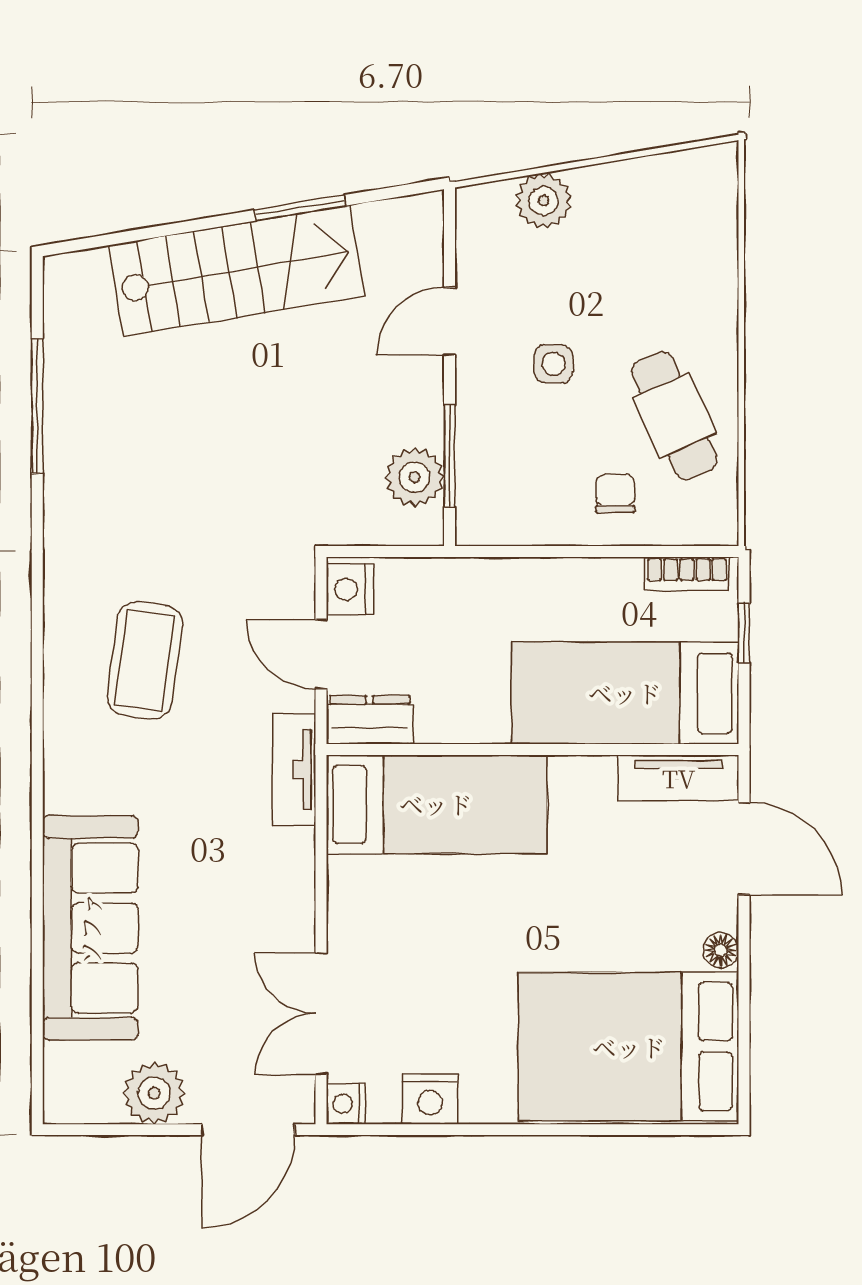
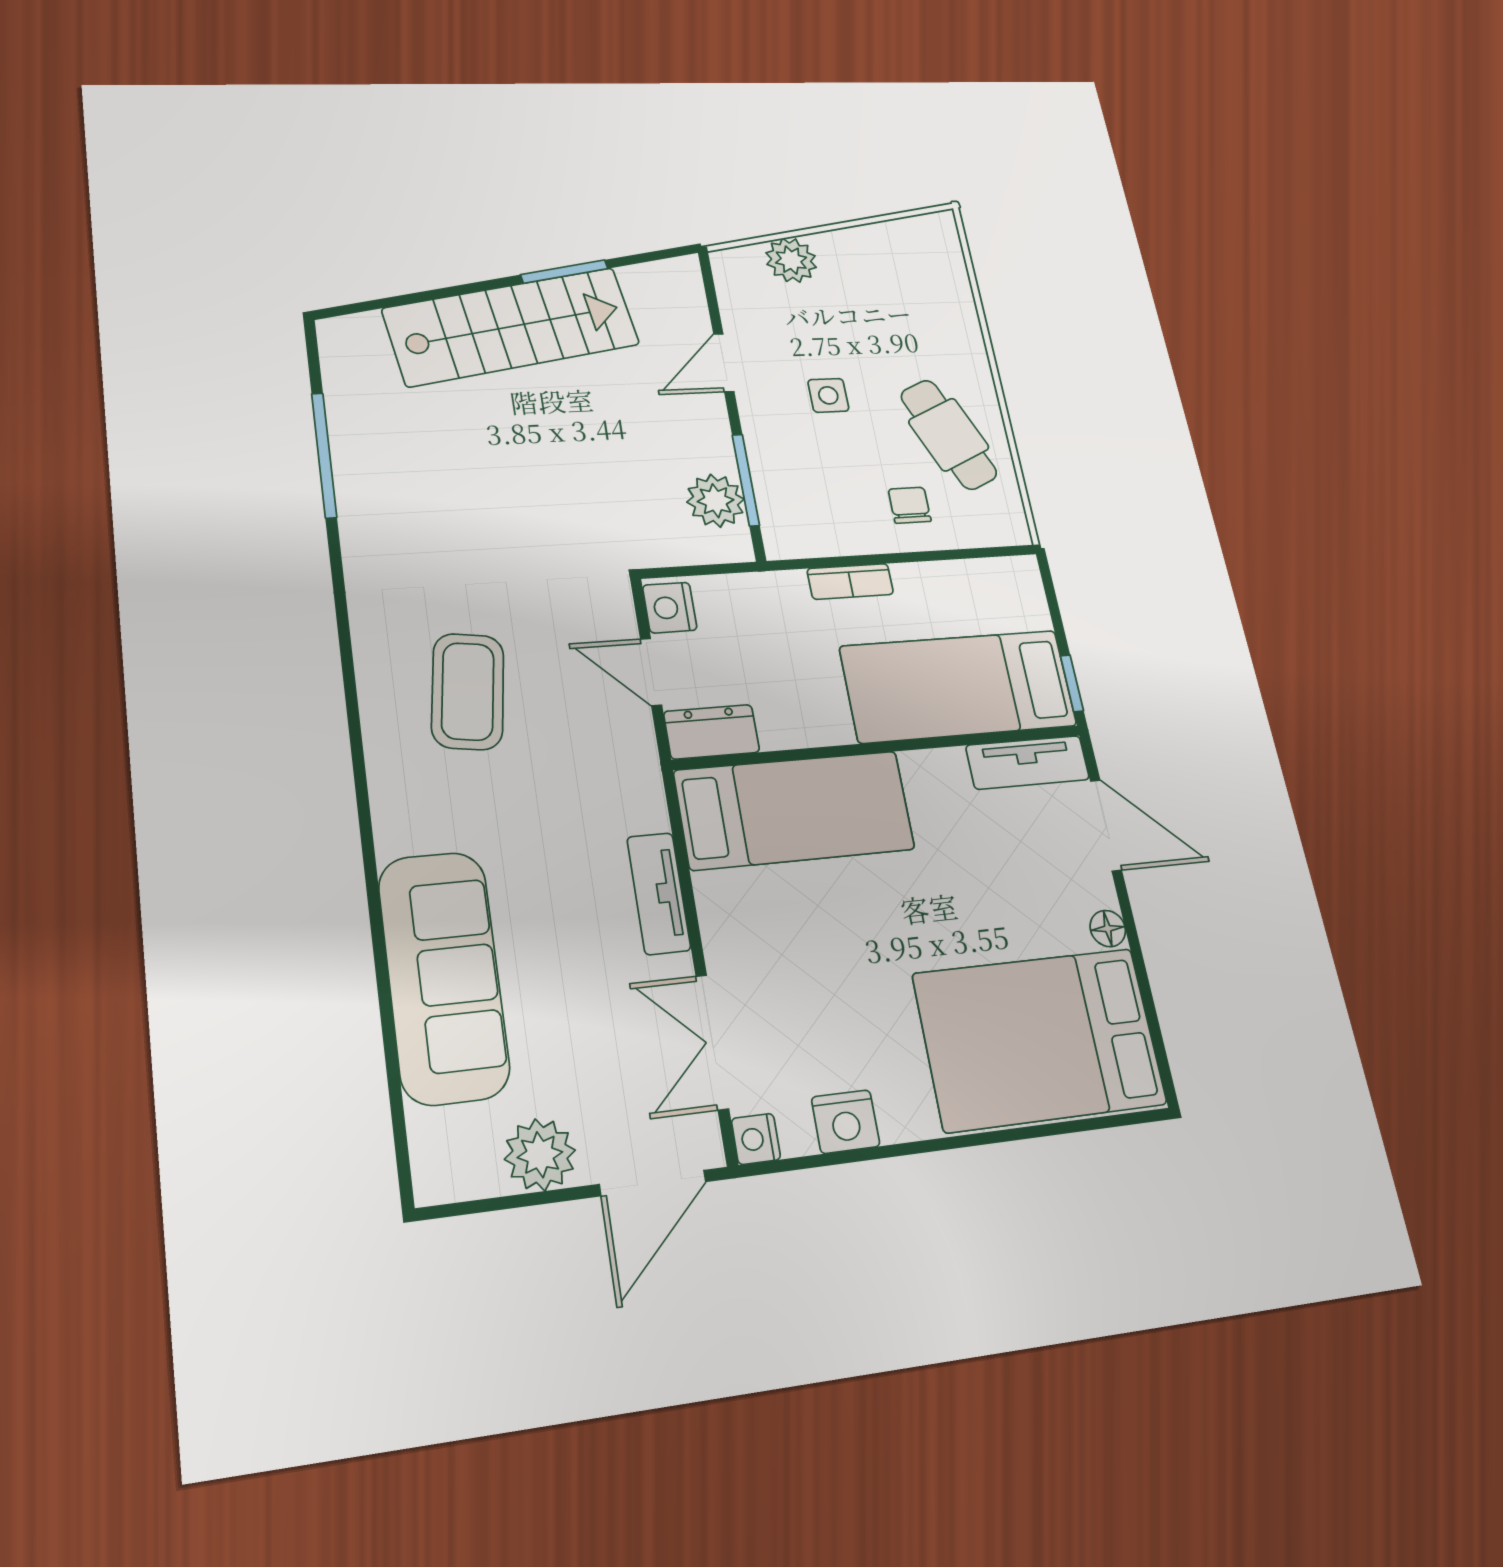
bookcase: (687, 574) -> (850, 581), moved
window: (744, 633) -> (1072, 683), moved
tv unit: (294, 769) -> (659, 893), moved

